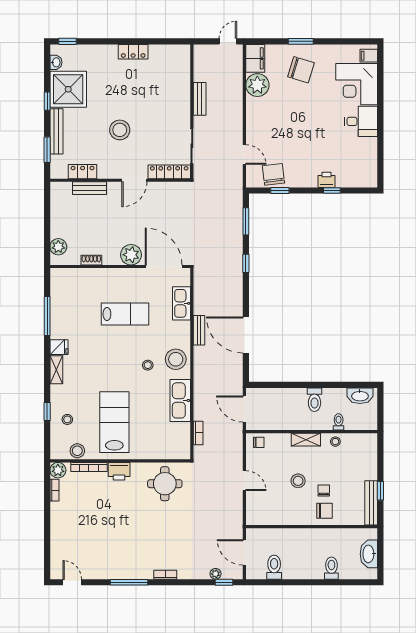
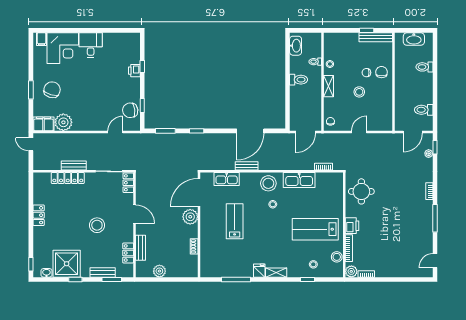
locker: (183, 91) -> (68, 178), added
bench: (56, 131) -> (103, 272), width x0.73
locker: (169, 172) -> (128, 183), width x0.66
plant: (58, 247) -> (159, 271), moved

